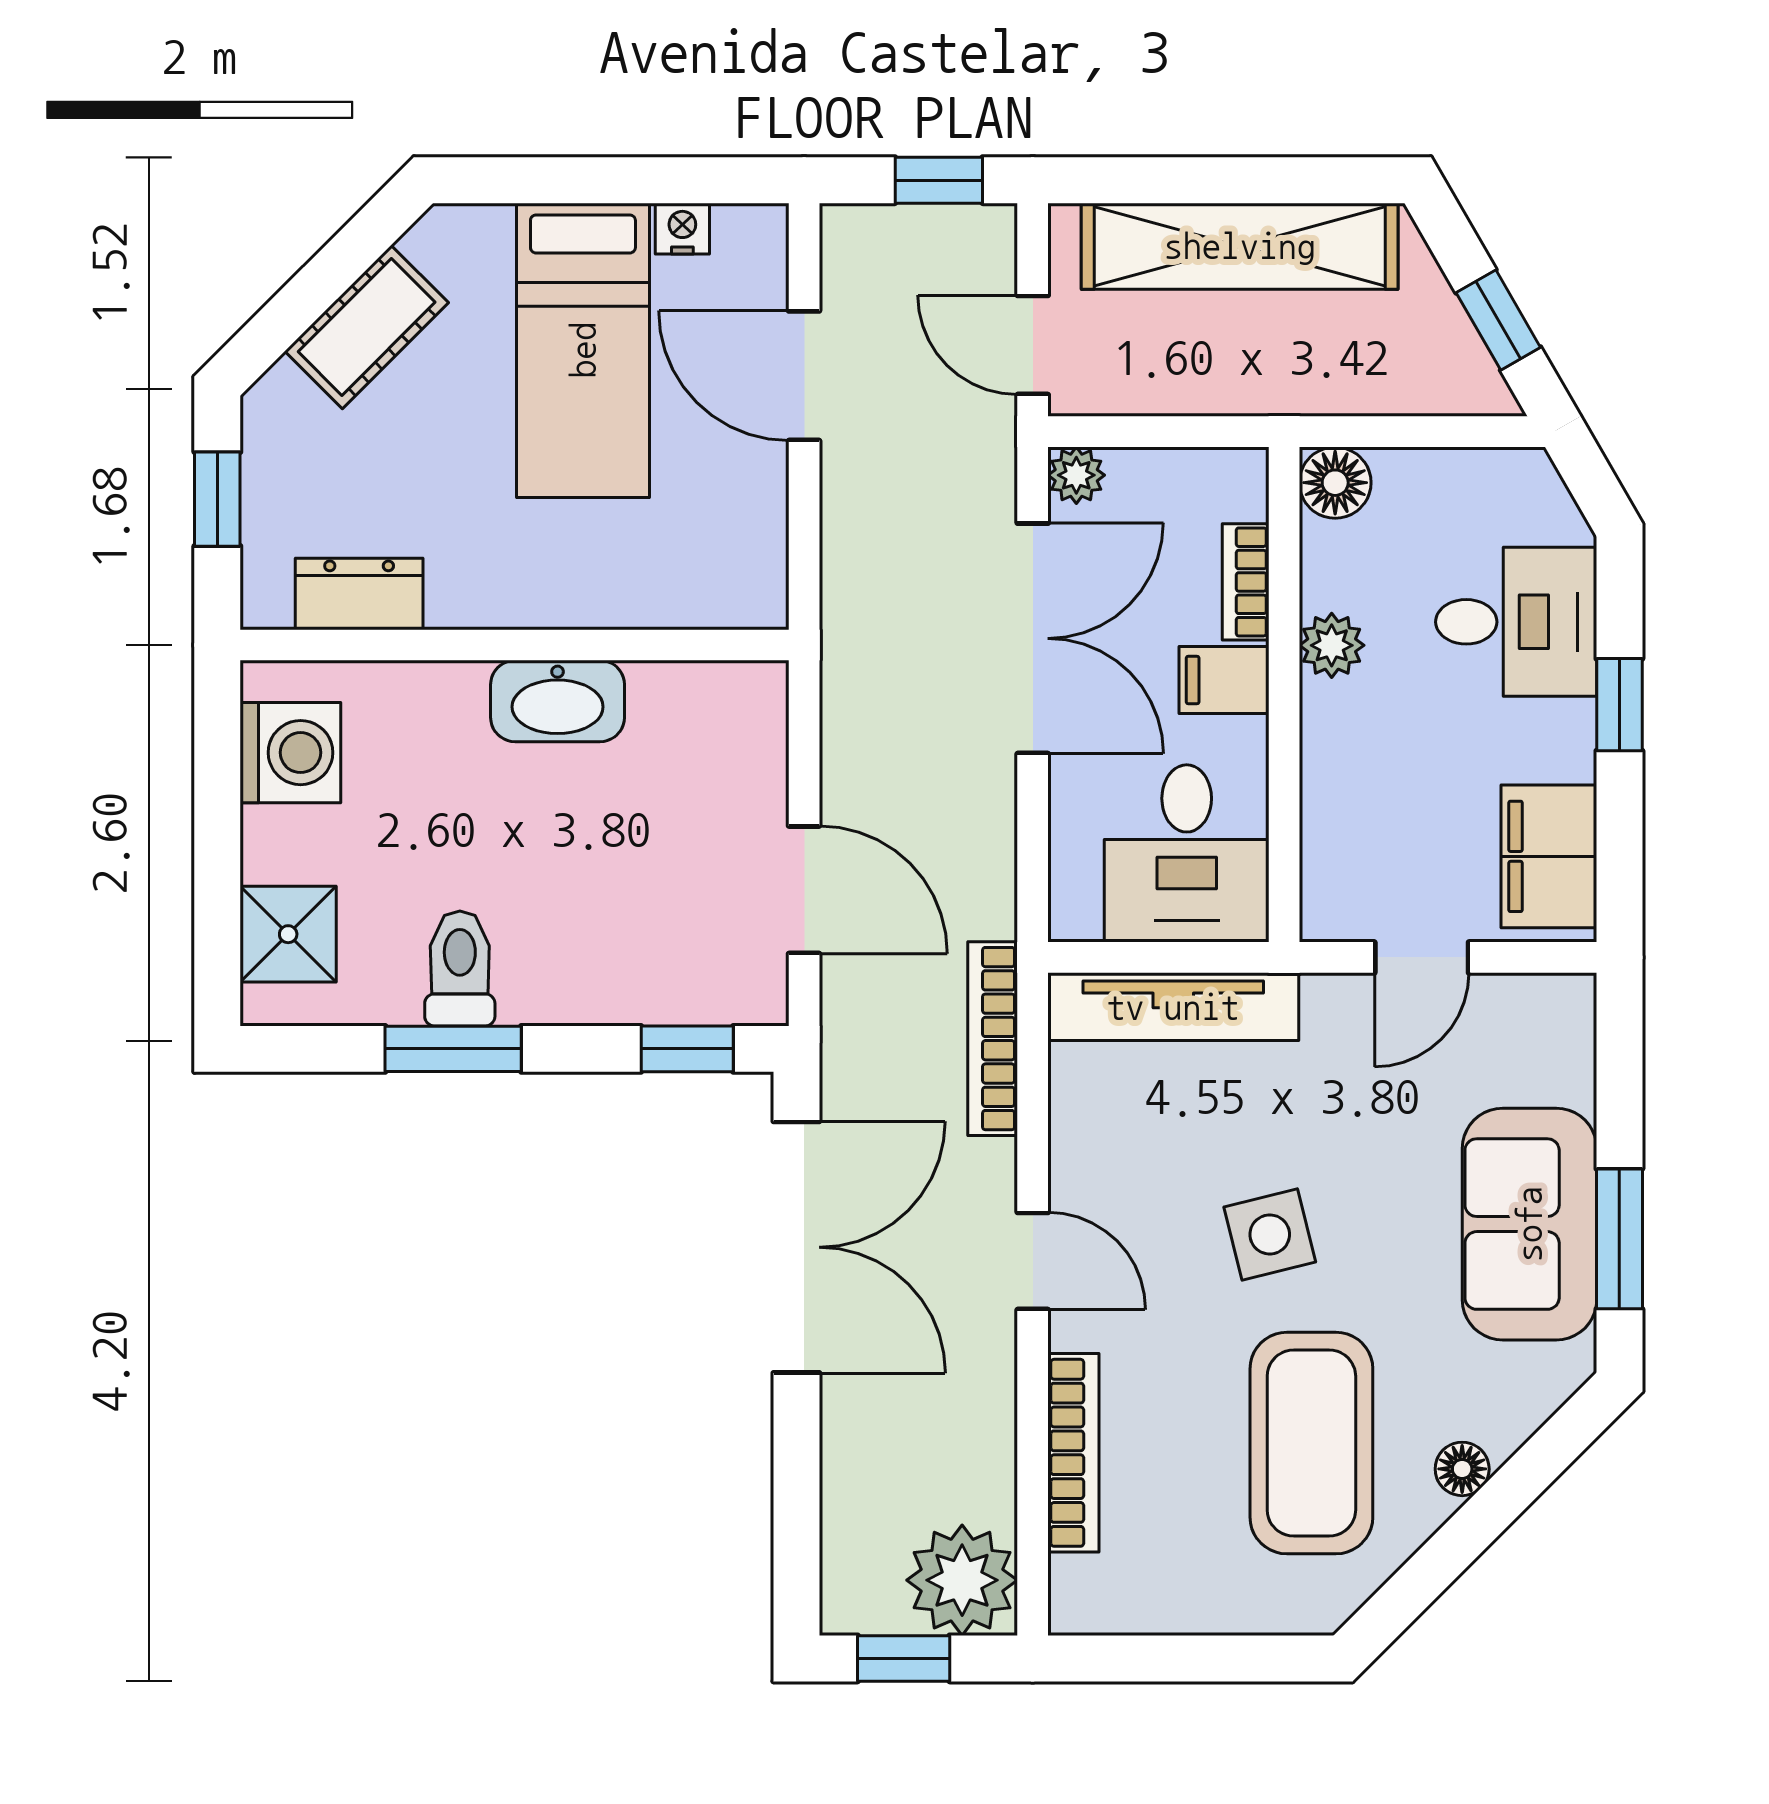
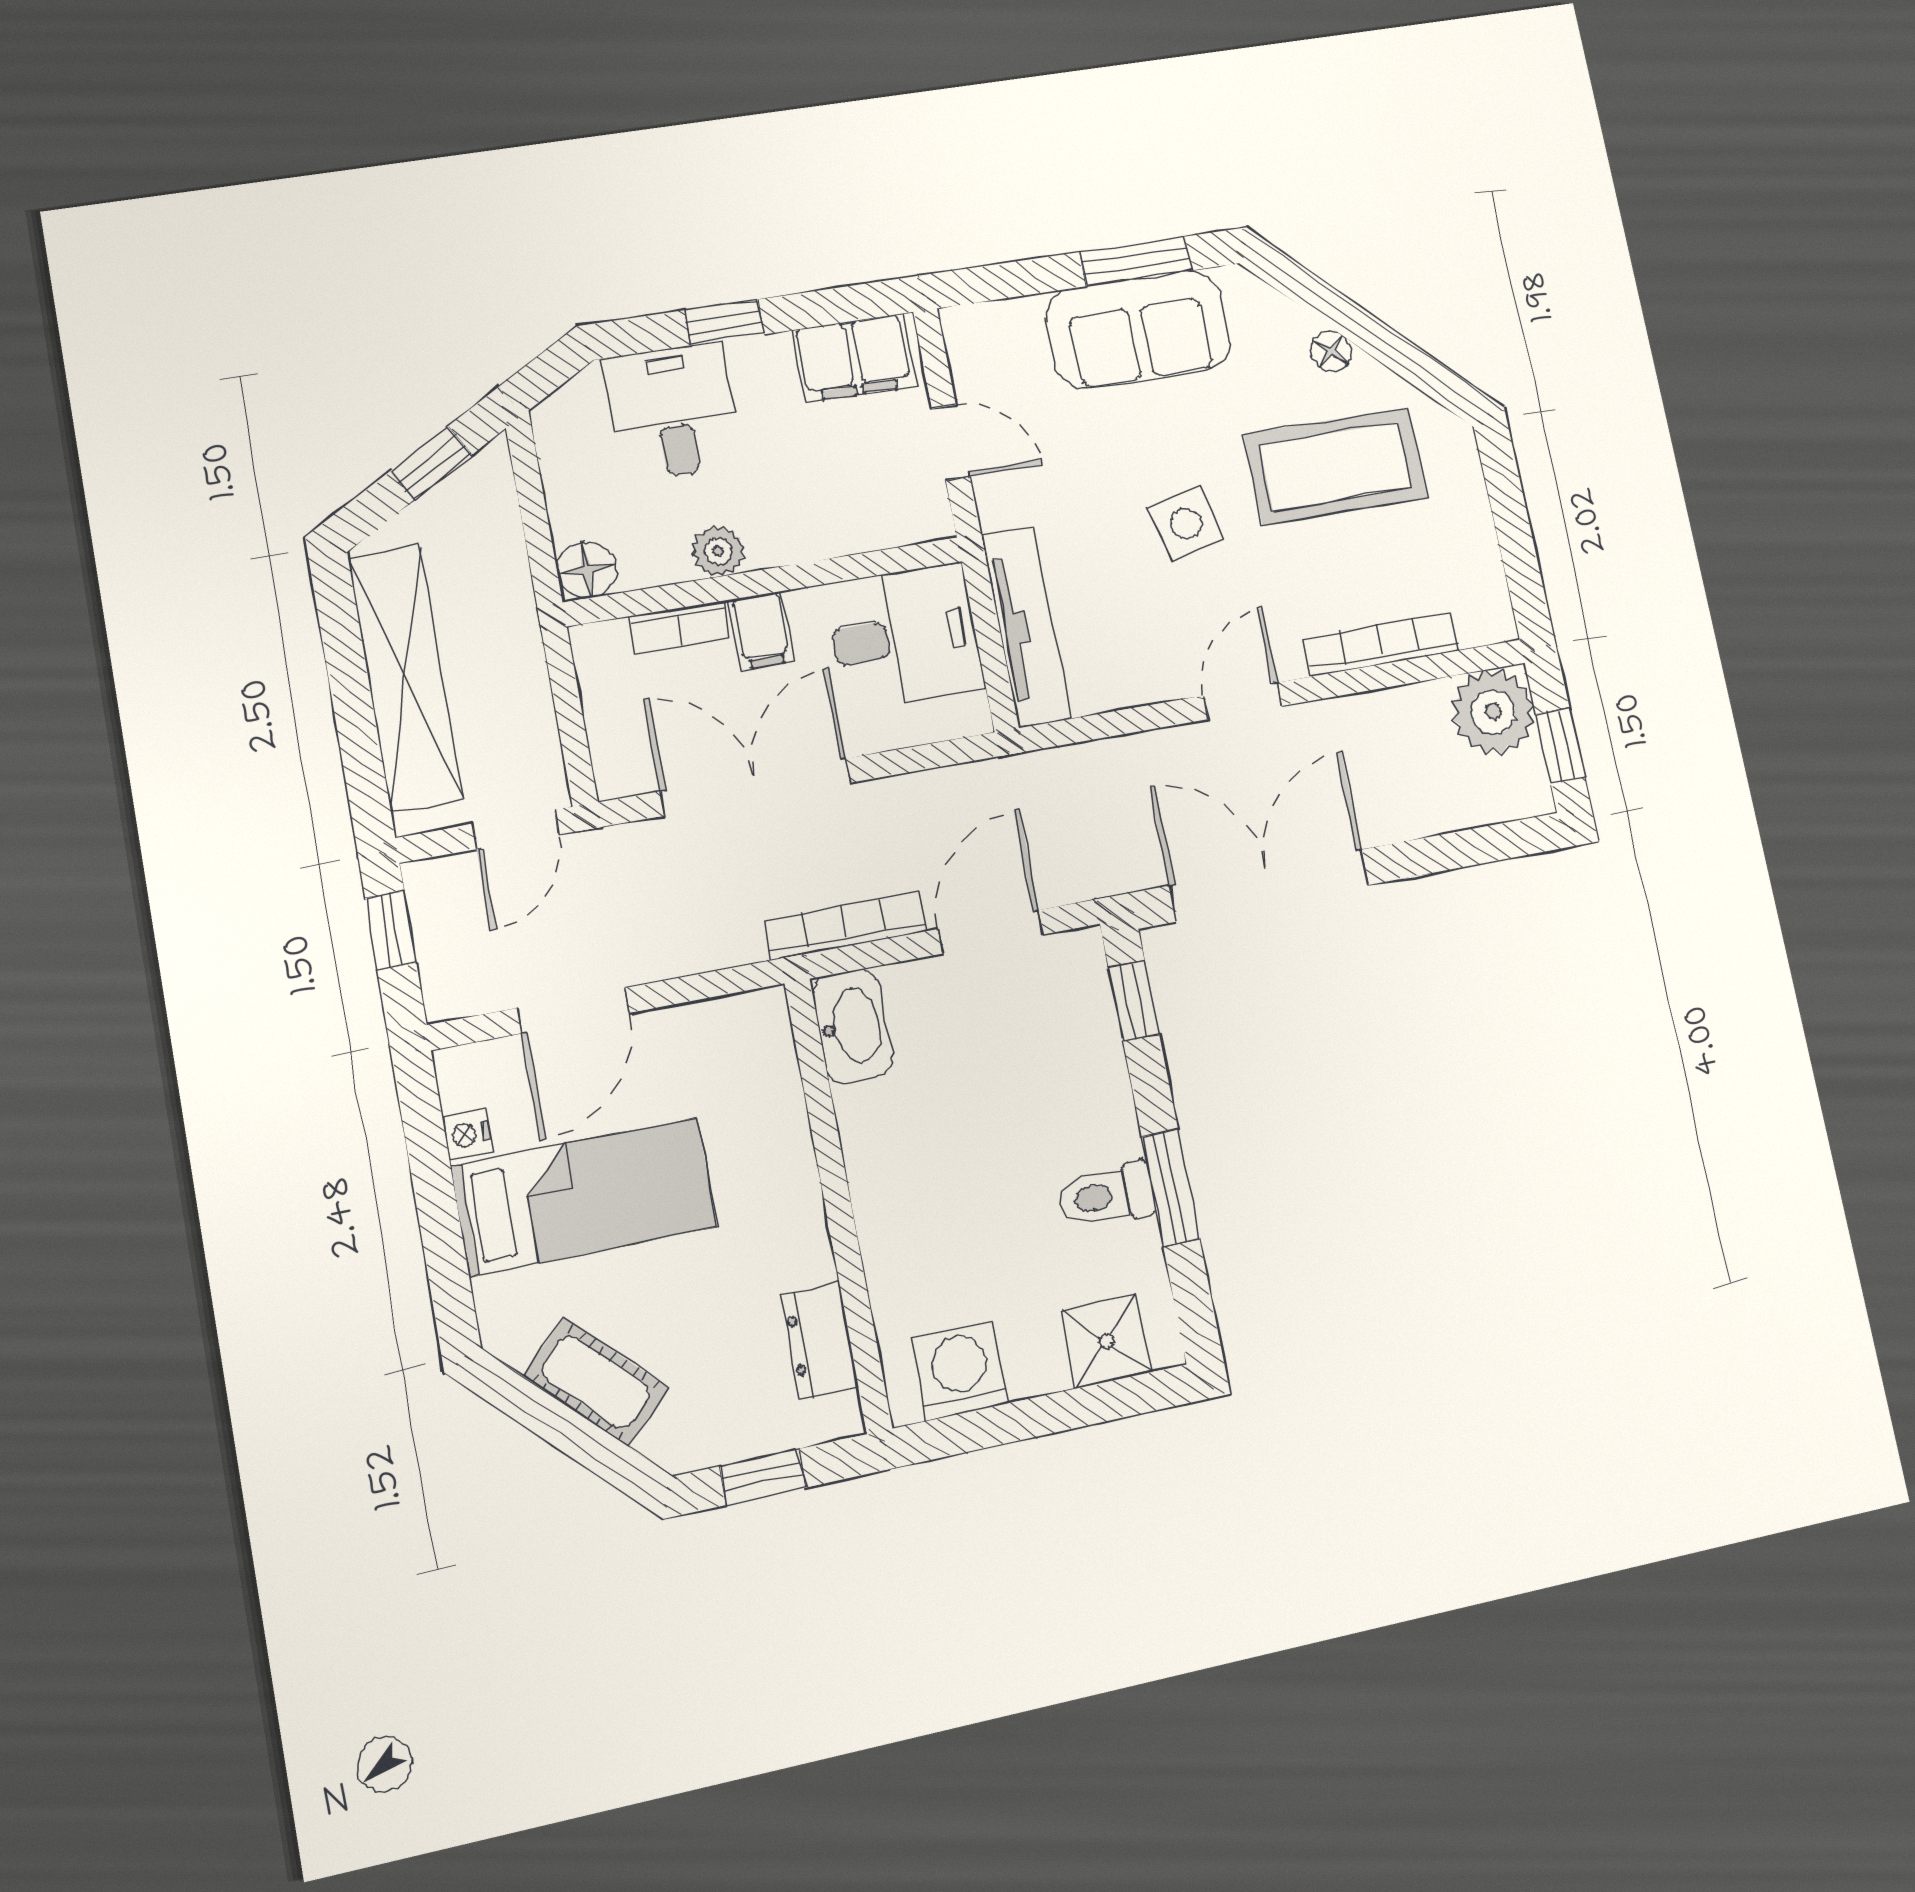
plant: (1076, 475) -> (617, 776), removed
washbasin: (558, 701) -> (852, 1026), moved
bookcase: (993, 1039) -> (845, 926), moved, turned 180

